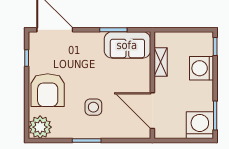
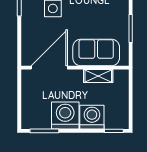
sofa: (127, 45) -> (96, 52), moved, turned 90
washing machine: (200, 125) -> (65, 115), moved, turned -90

